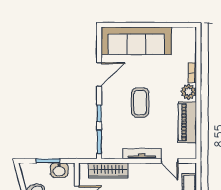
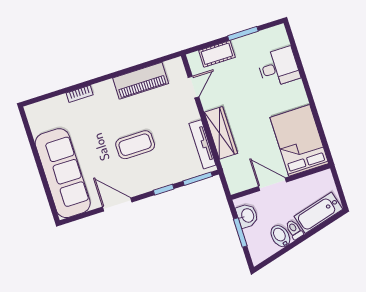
plant: (189, 92) -> (104, 91), removed
tv unit: (142, 154) -> (202, 144), moved
wardrobe: (108, 170) -> (221, 133), moved

